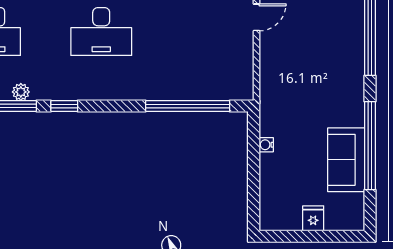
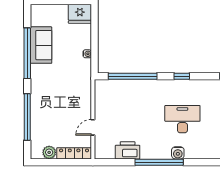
window: (64, 106) -> (182, 76), moved
fridge: (313, 218) -> (80, 14), moved, width x1.88, depth x1.34

